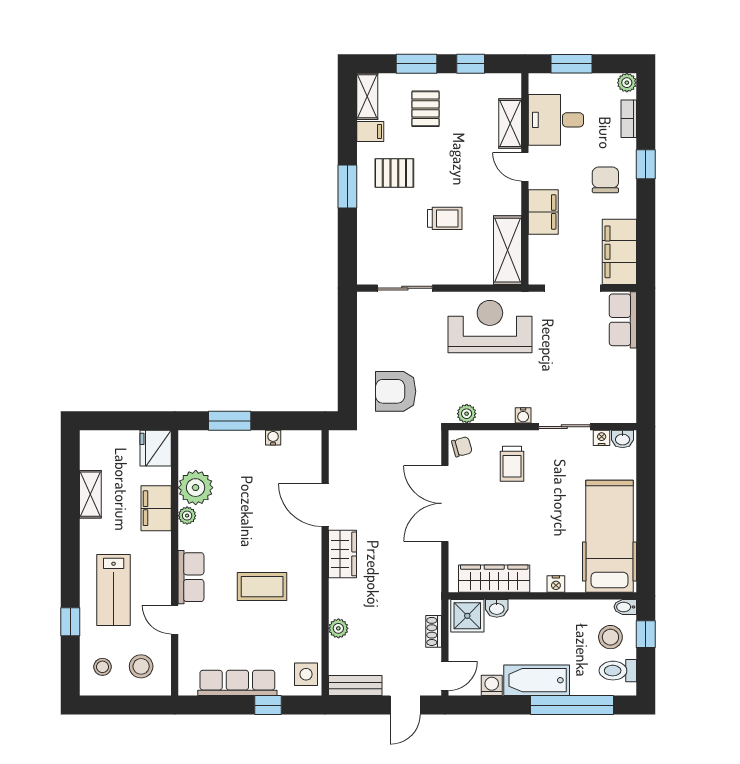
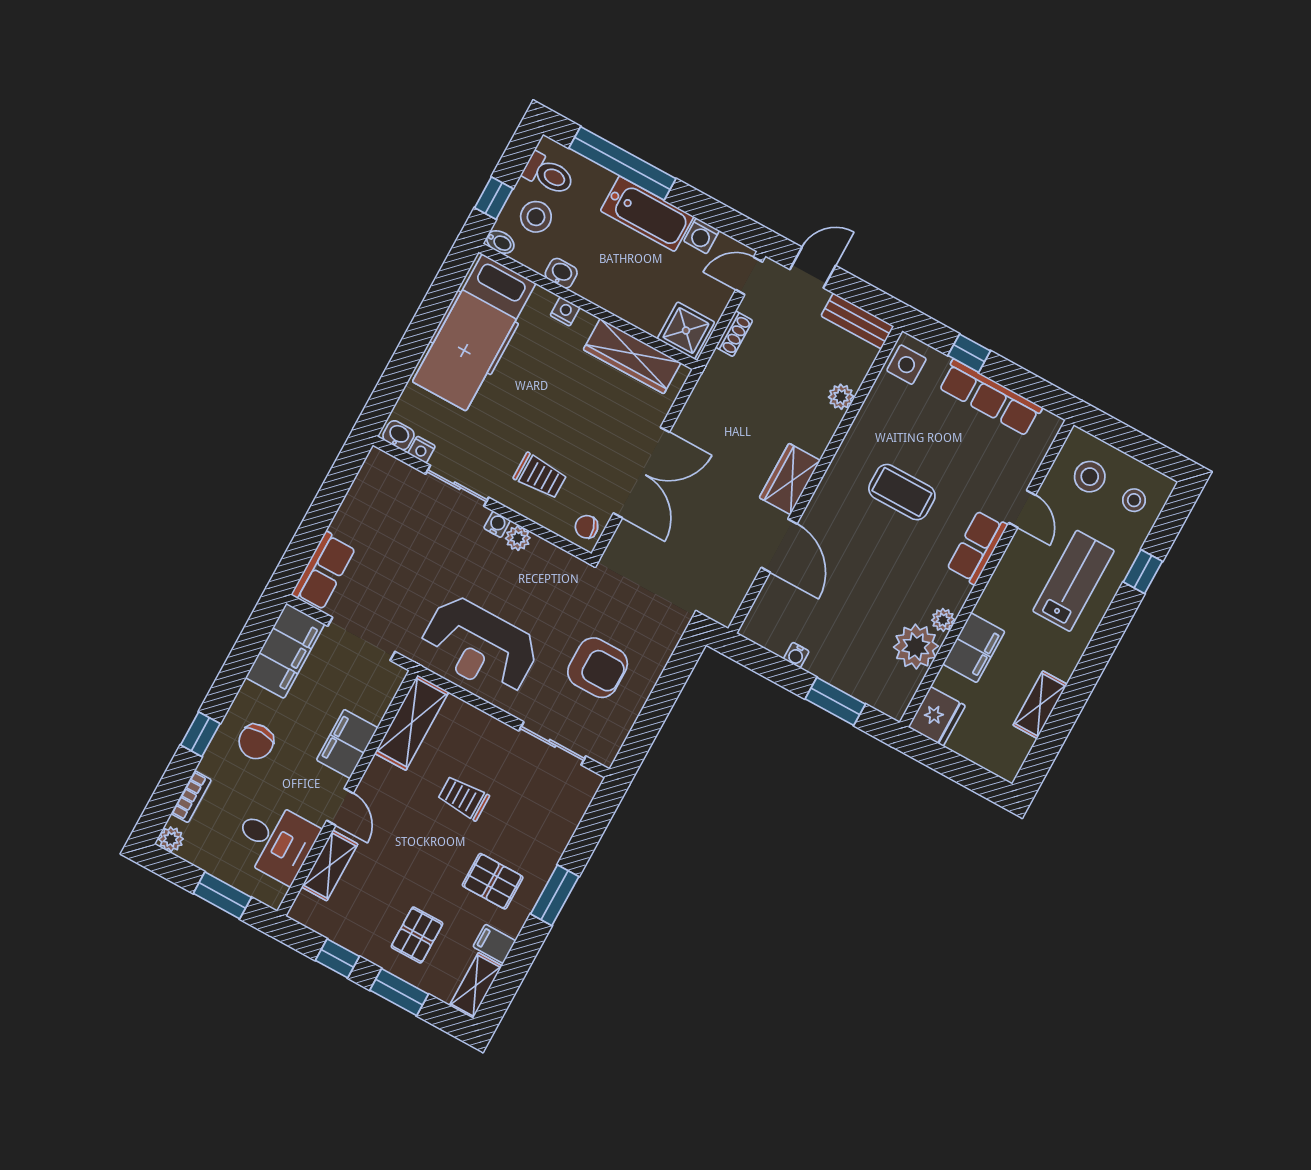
armchair: (396, 391) -> (598, 668), moved
plant: (467, 414) -> (518, 538), moved
trolley: (512, 464) -> (540, 476), turned 90
washbasin: (497, 608) -> (561, 273), moved

